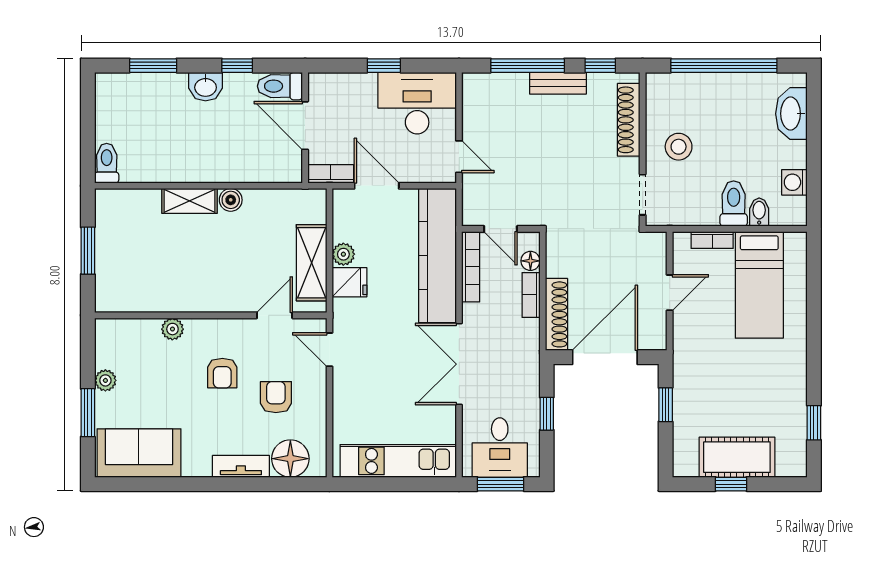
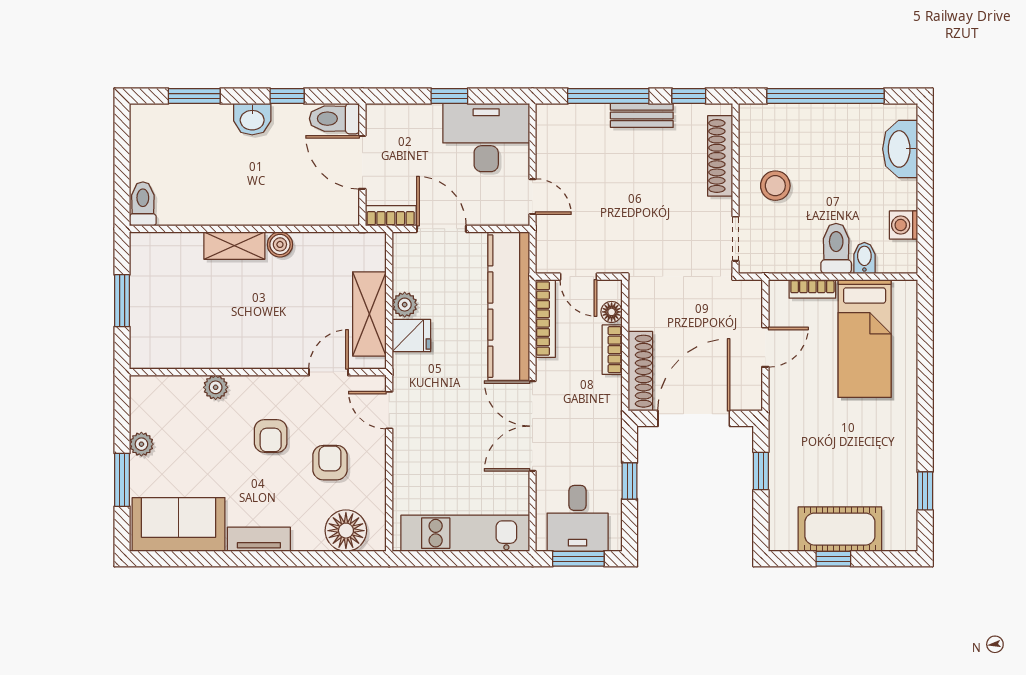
tv unit: (241, 466) -> (259, 539), moved

